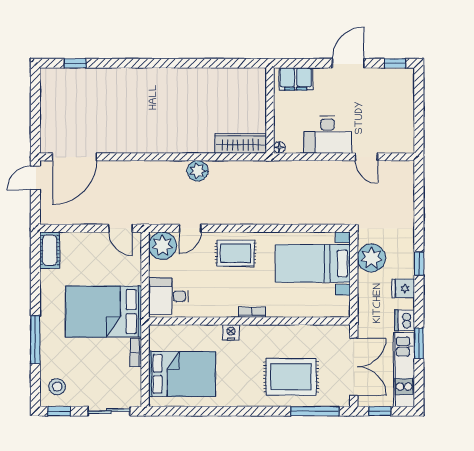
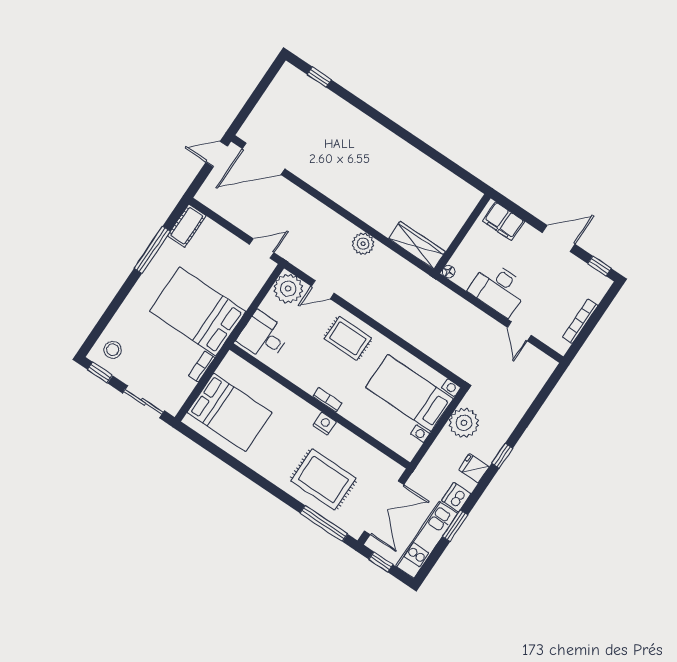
bookcase: (409, 117) -> (580, 321), added
door: (121, 228) -> (262, 249), swing flipped
nightstand: (231, 332) -> (325, 424), moved
window: (35, 340) -> (152, 250), moved

